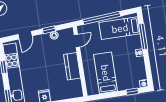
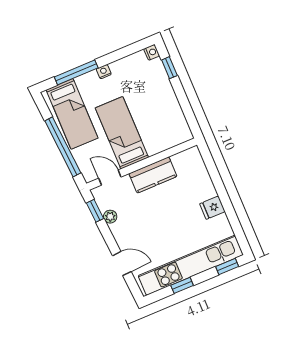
window: (49, 30) -> (95, 211), moved
bed: (106, 73) -> (122, 133), moved, turned 90

